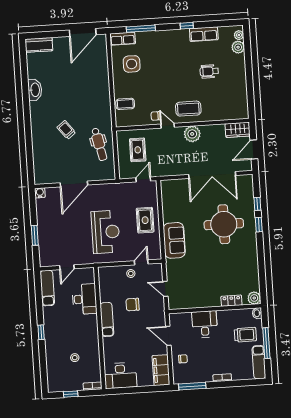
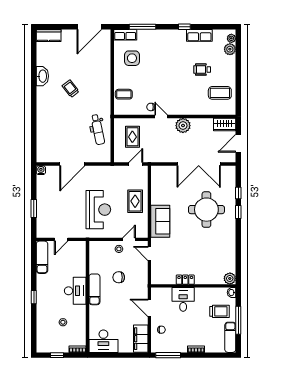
coffee table: (188, 109) -> (220, 93), moved
trolley: (66, 130) -> (71, 89), moved
door: (165, 289) -> (149, 253), moved
desk: (84, 299) -> (75, 291), moved
locker: (231, 301) -> (185, 280), moved

